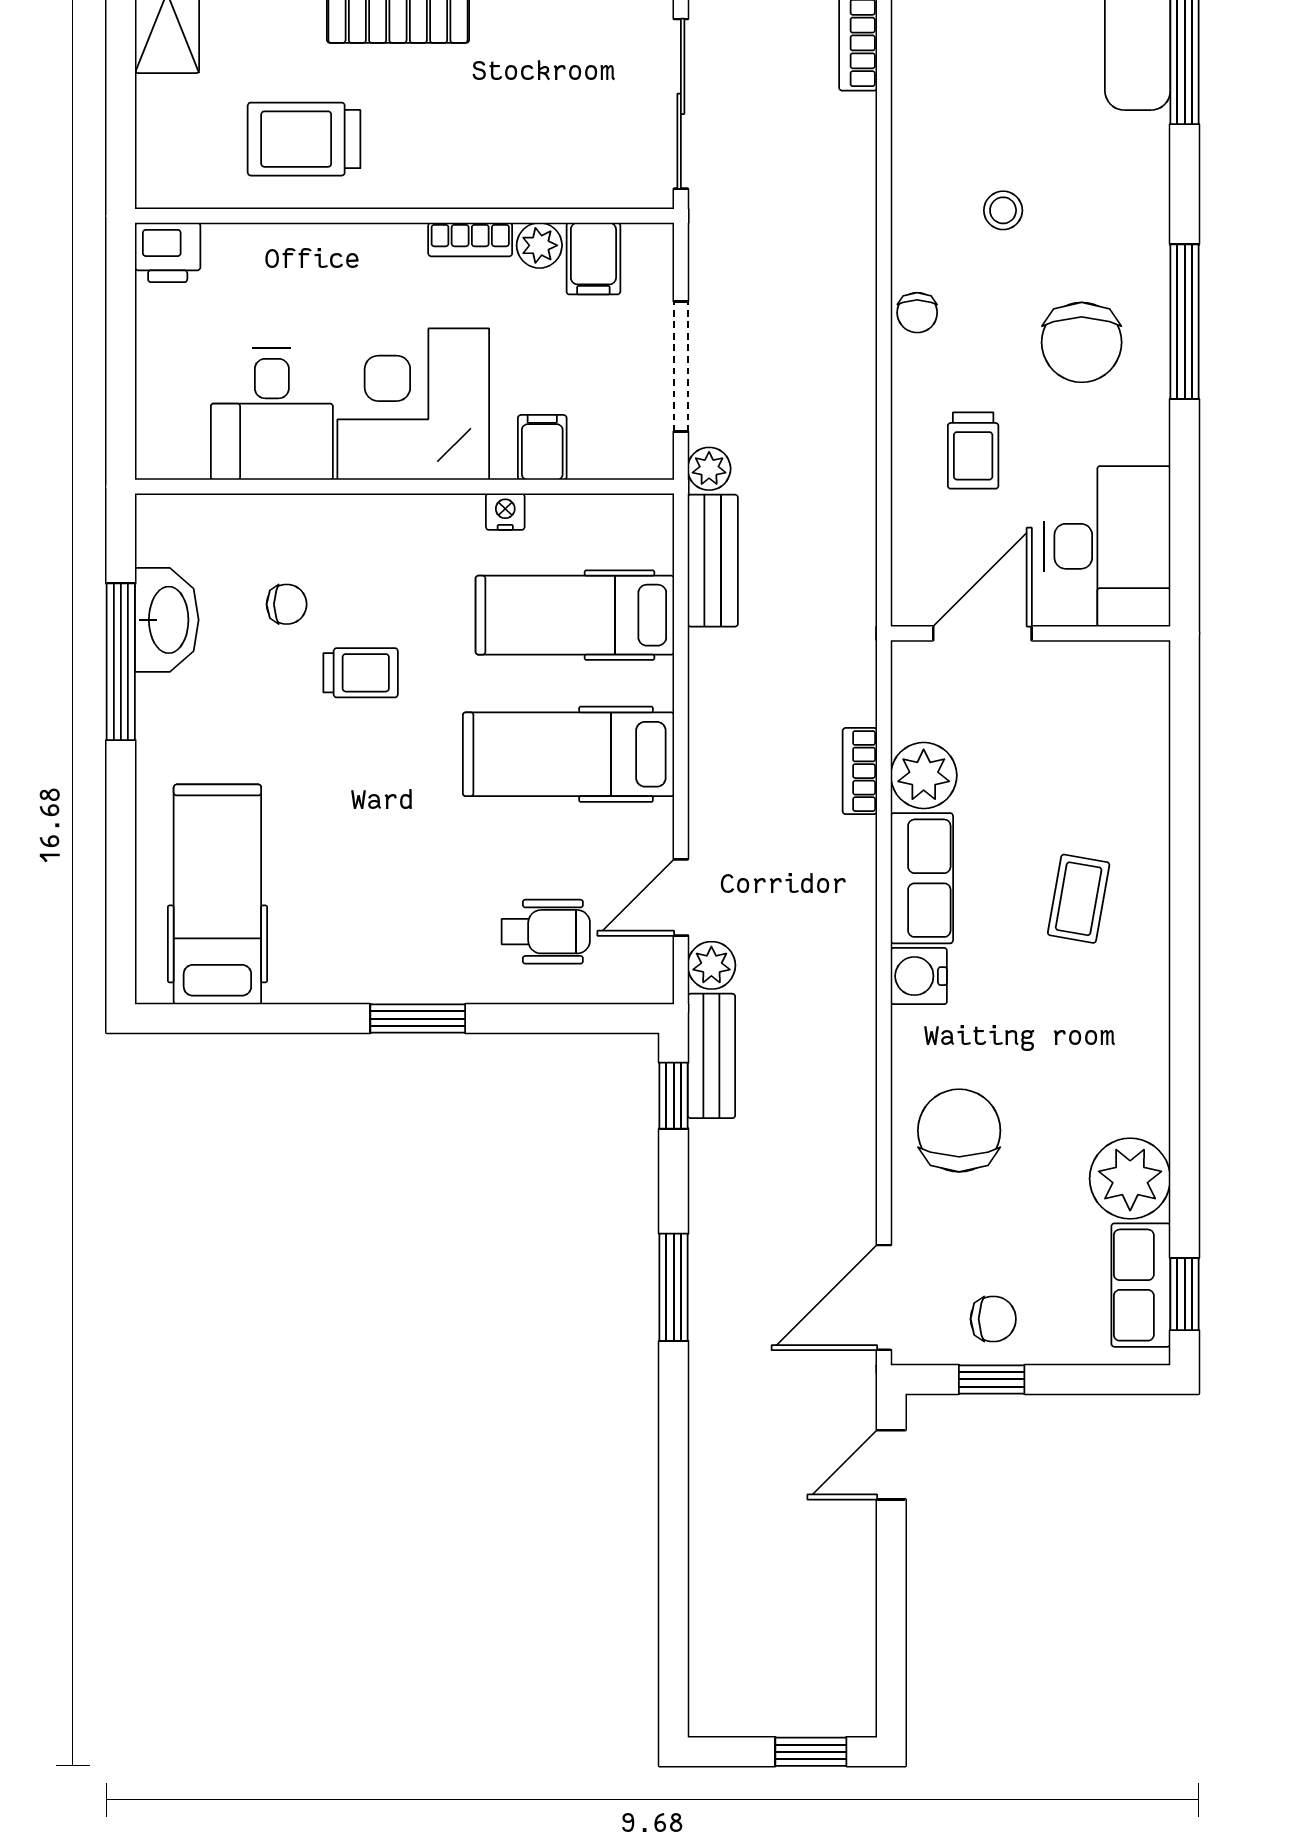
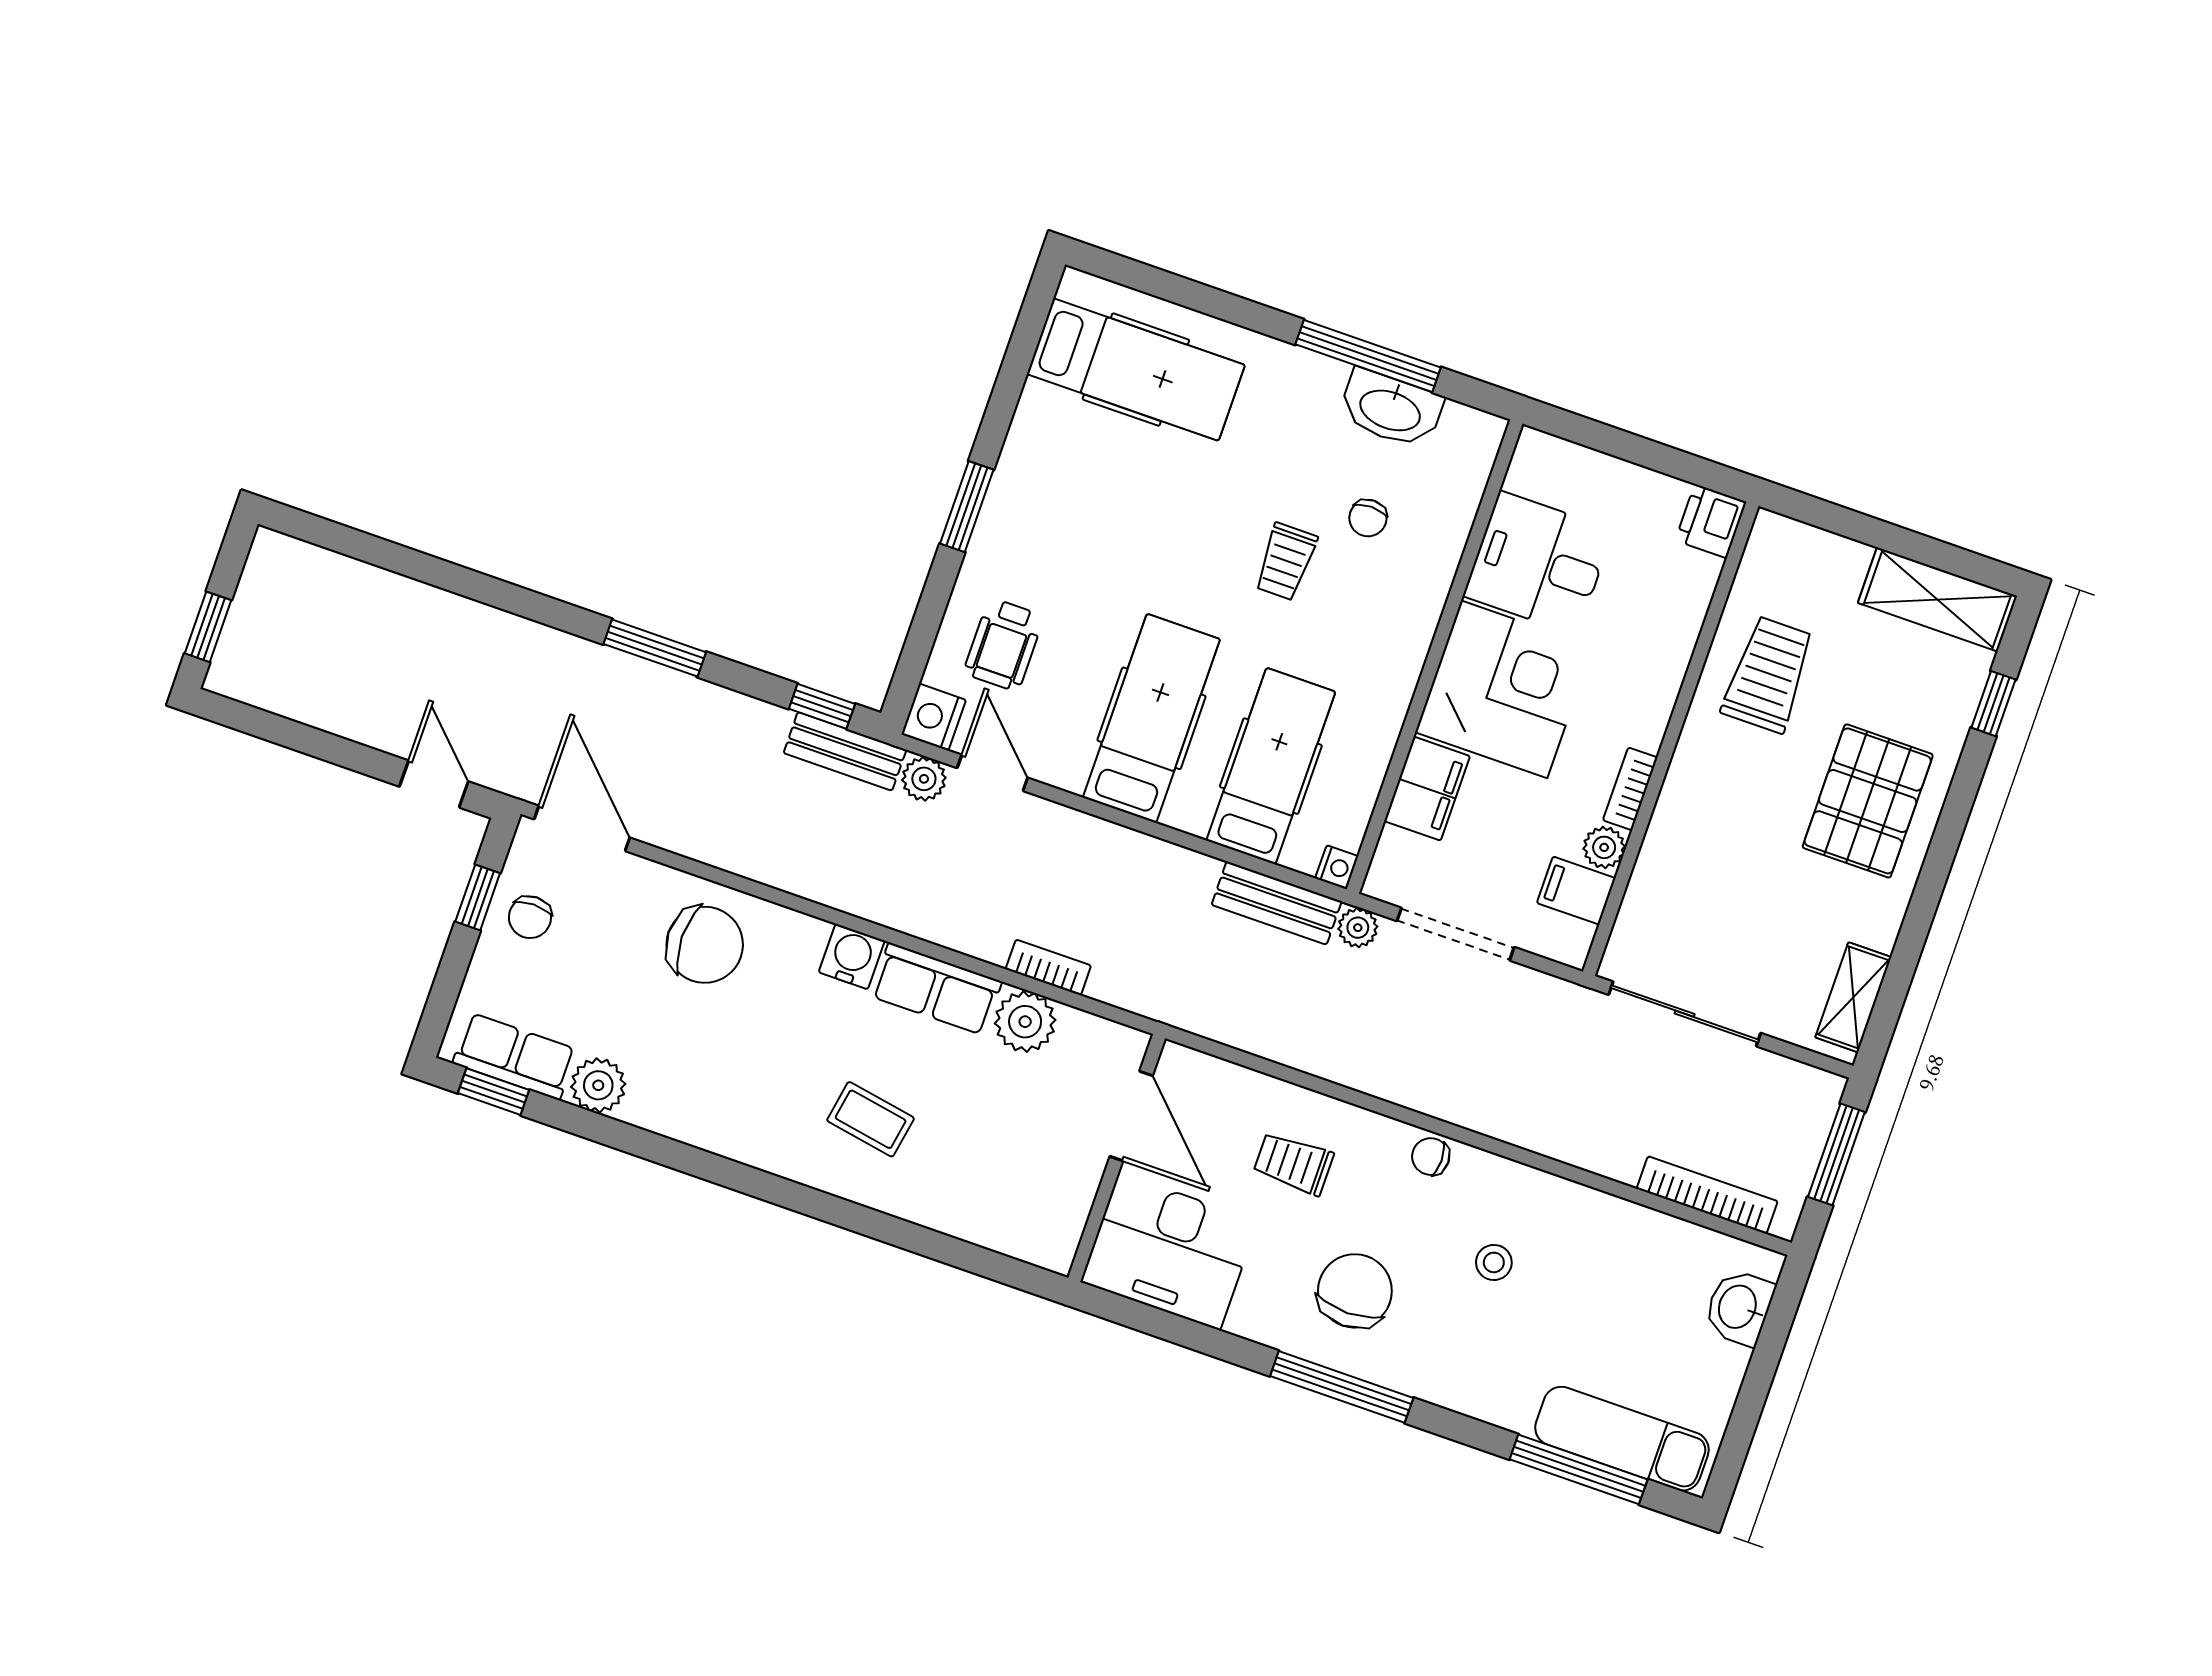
chair: (1082, 342) -> (1355, 1291), turned 90
filing cabinet: (542, 447) -> (1427, 789), width x2.00
nightstand: (505, 512) -> (1337, 867), moved
nightstand: (645, 977) -> (934, 717), added
plant: (1130, 1179) -> (598, 1085), width x0.73, depth x0.73

